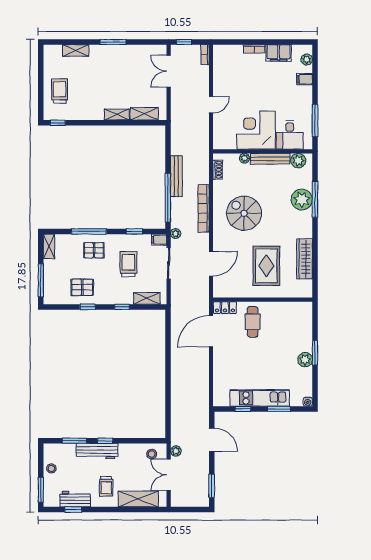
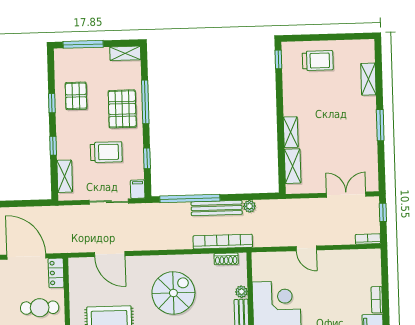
bookcase: (204, 208) -> (223, 242), moved
plant: (176, 234) -> (249, 206), moved
pallet: (94, 250) -> (122, 109), width x1.50, depth x1.42

